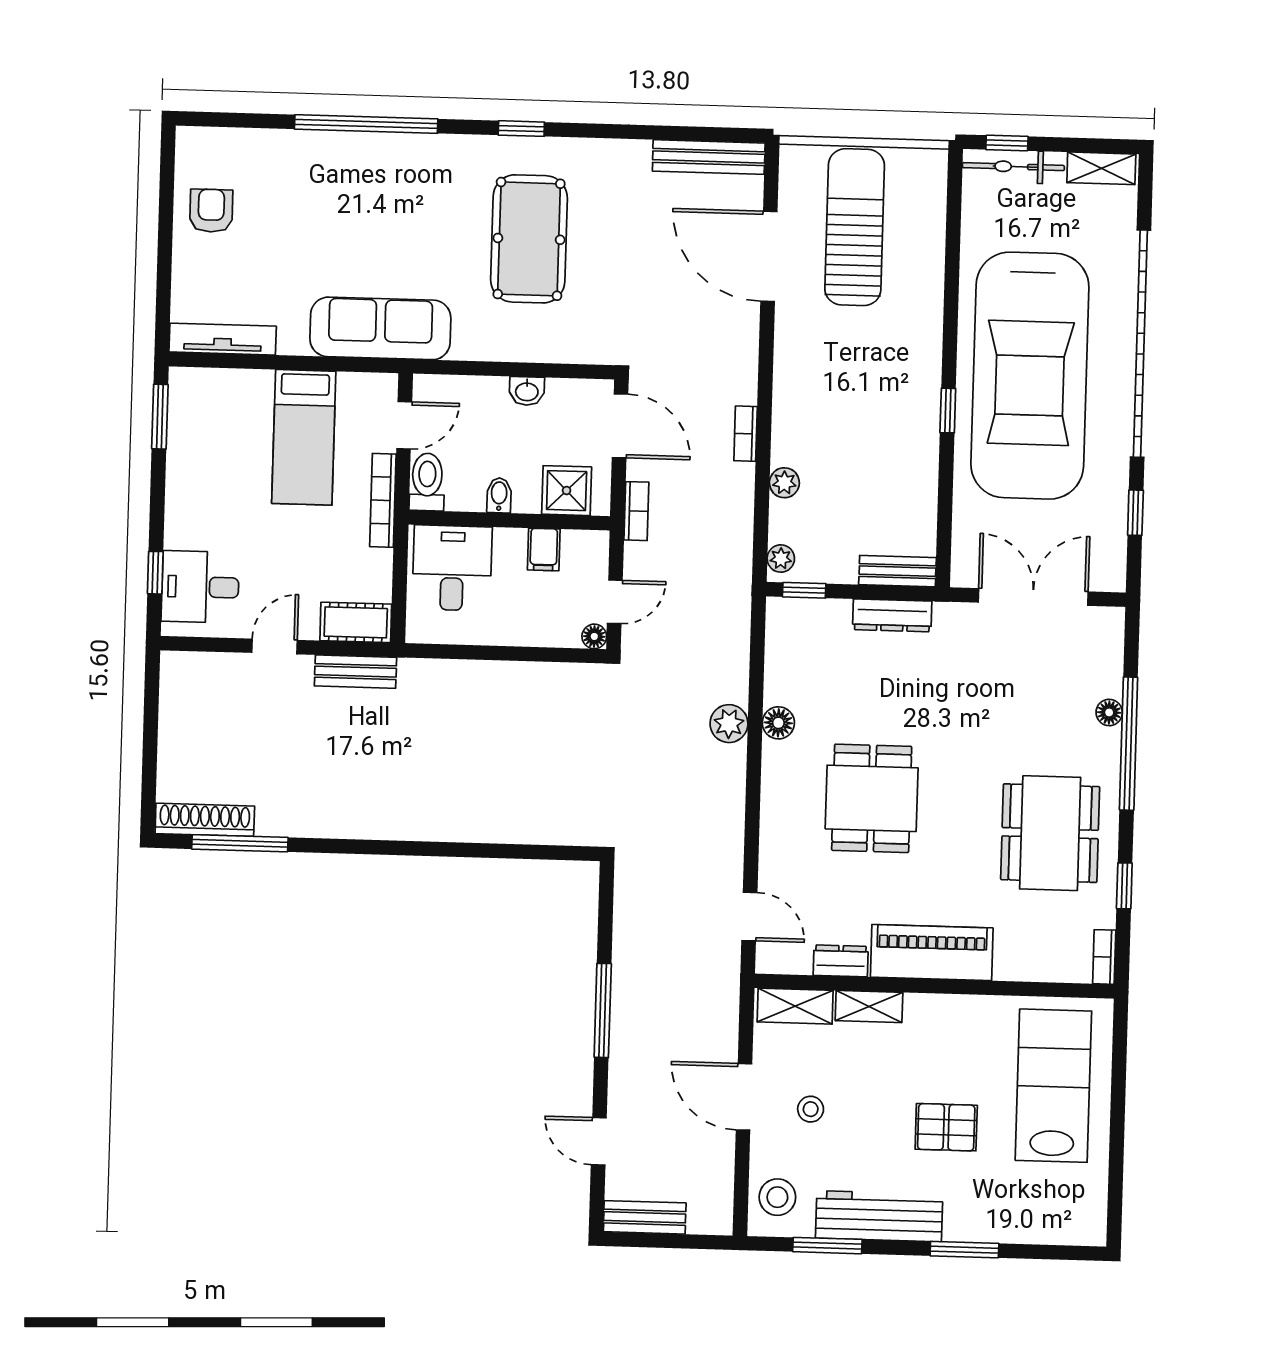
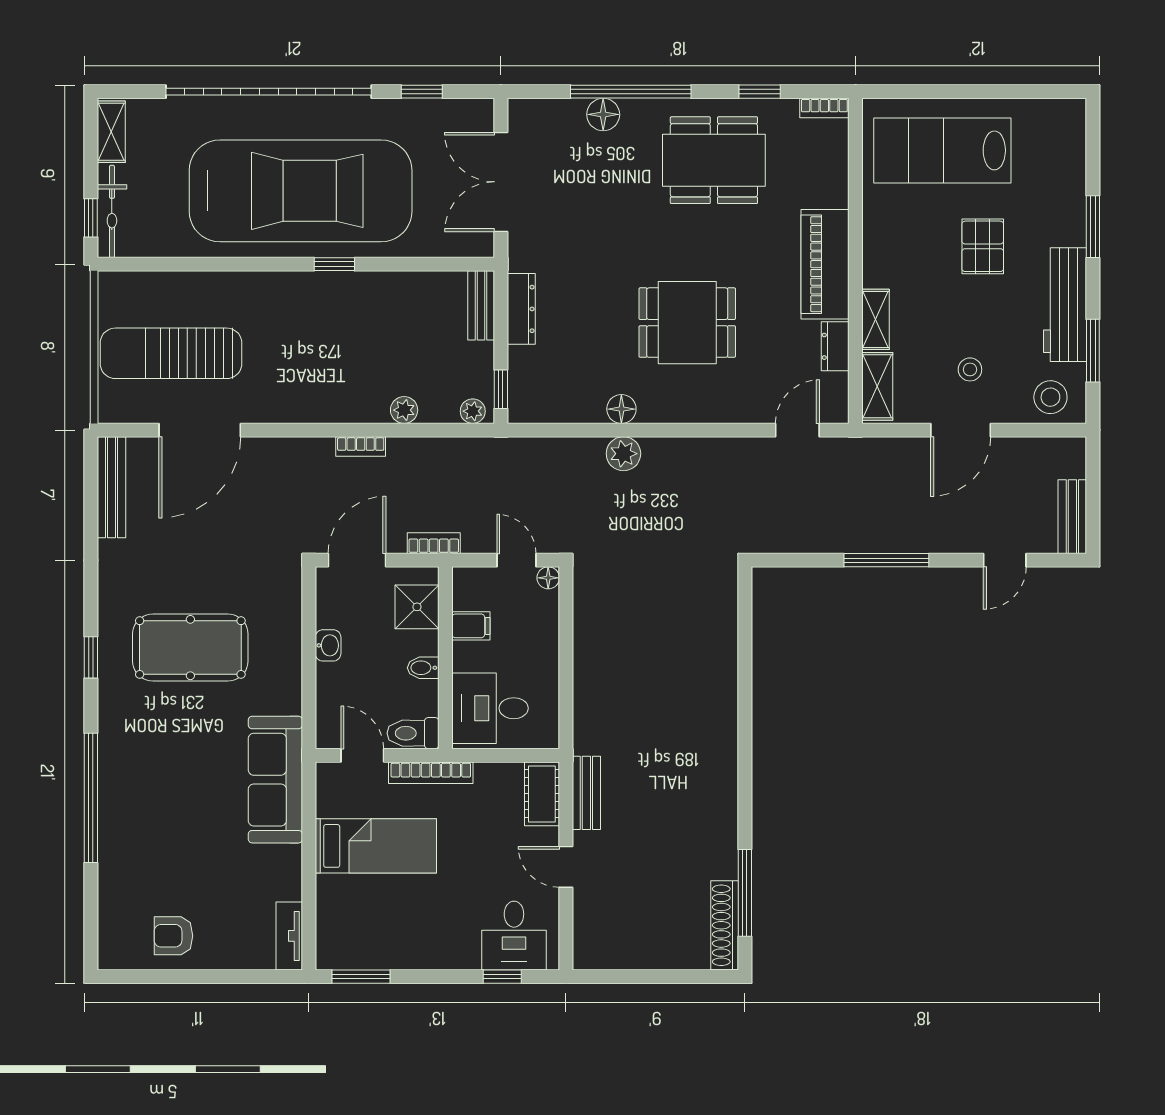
tv unit: (223, 339) -> (289, 936), width x0.71
floor lamp: (1109, 712) -> (603, 114), width x1.37, depth x1.37

